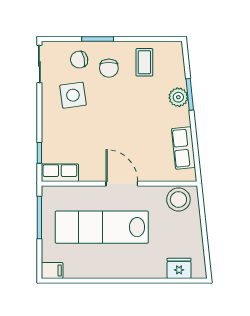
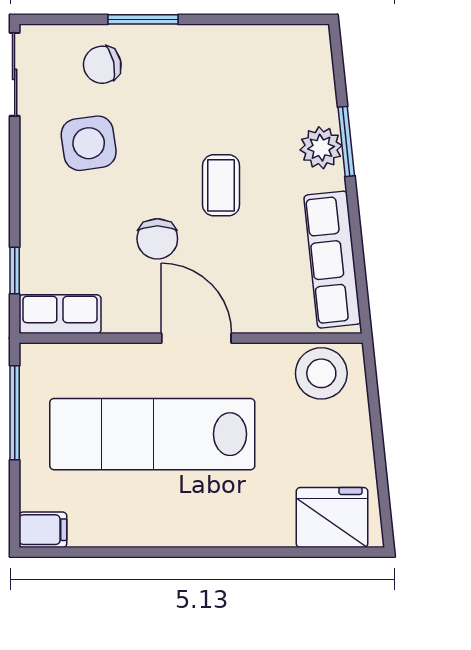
coffee table: (144, 62) -> (221, 185), moved
chair: (109, 68) -> (157, 239), moved
row of seats: (183, 148) -> (332, 260), width x1.48
fridge: (179, 268) -> (332, 517), width x1.36, depth x1.34

